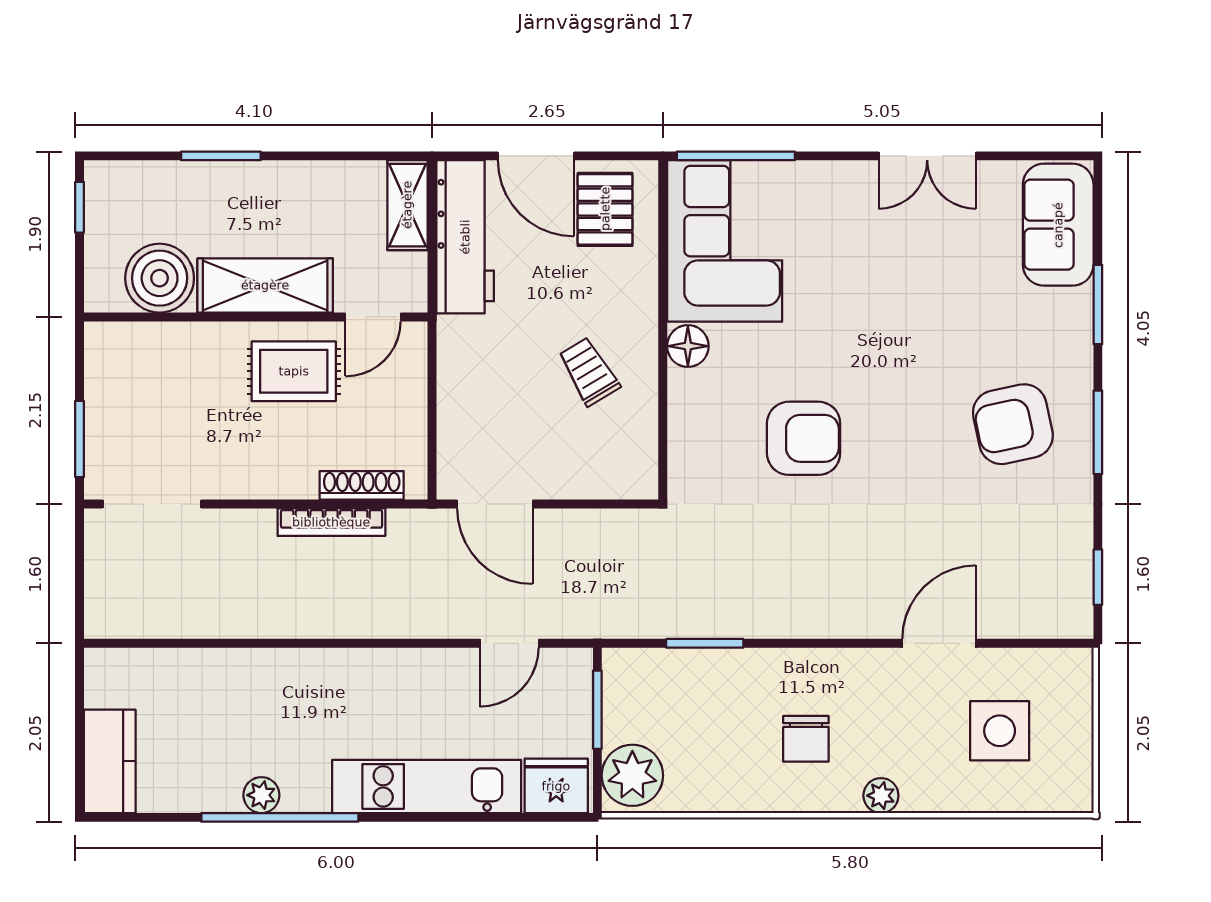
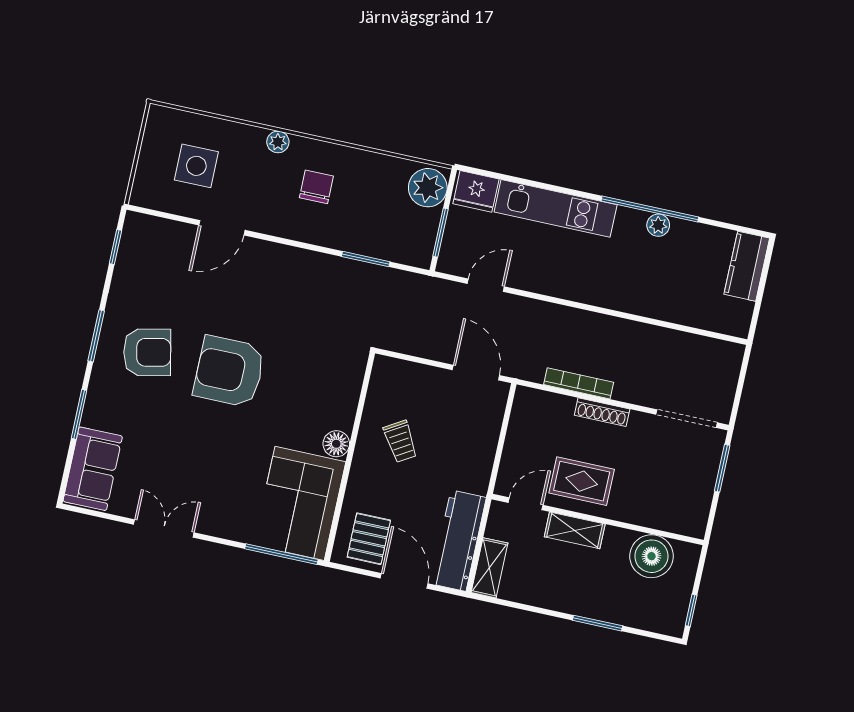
shelving: (265, 285) -> (575, 530), width x0.67, depth x0.75
armchair: (804, 438) -> (229, 371), moved, width x1.36, depth x1.36
shoe rack: (362, 485) -> (602, 412), moved

